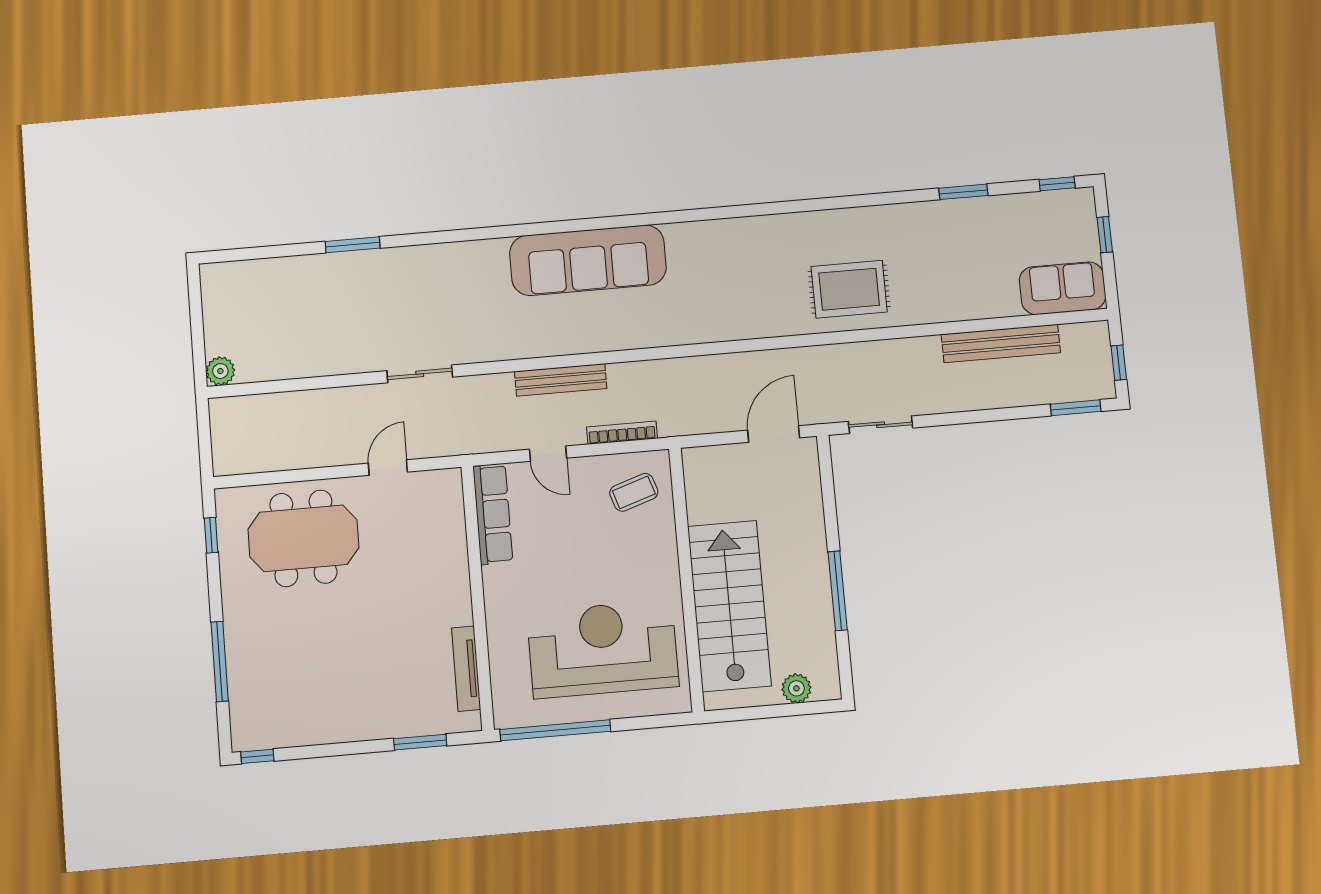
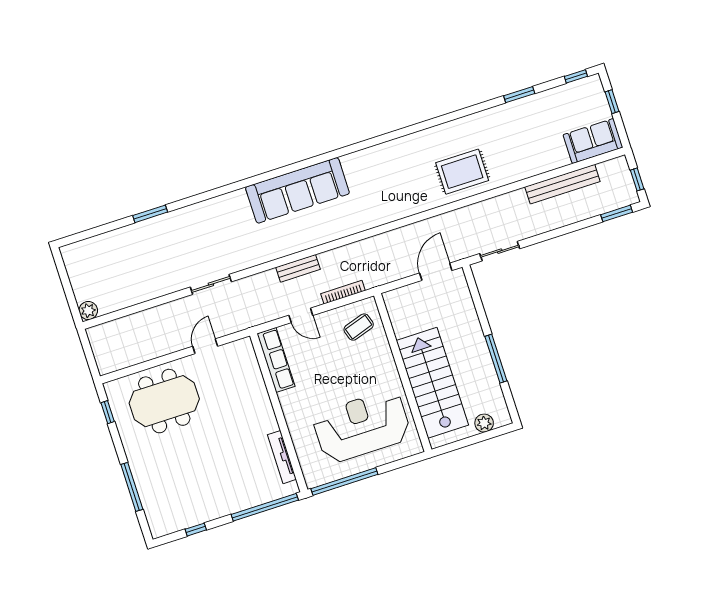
bench: (561, 380) -> (298, 268), width x0.73
window: (420, 742) -> (265, 507), width x2.11
window: (257, 756) -> (196, 530), moved

